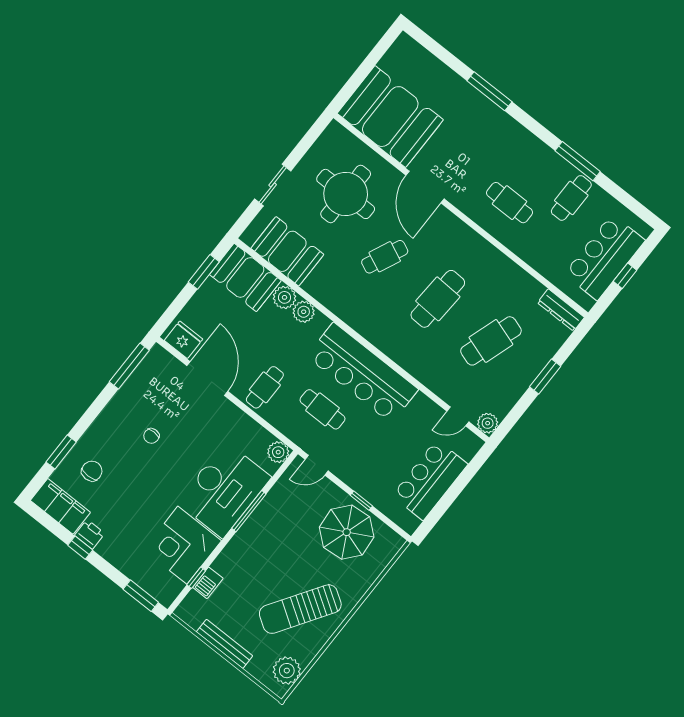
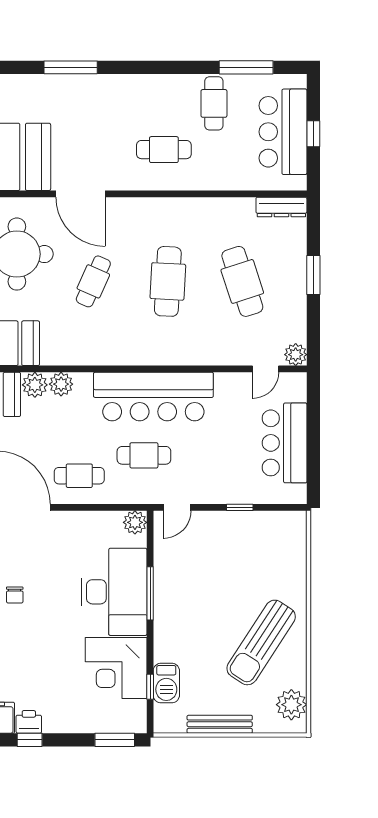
window: (578, 161) -> (246, 67), moved
cafe table: (491, 341) -> (242, 281), turned -36
cafe table: (265, 387) -> (79, 476), turned 90
parasol: (347, 532) -> (249, 545), removed
barbecue: (208, 583) -> (166, 683), width x1.38, depth x1.27

